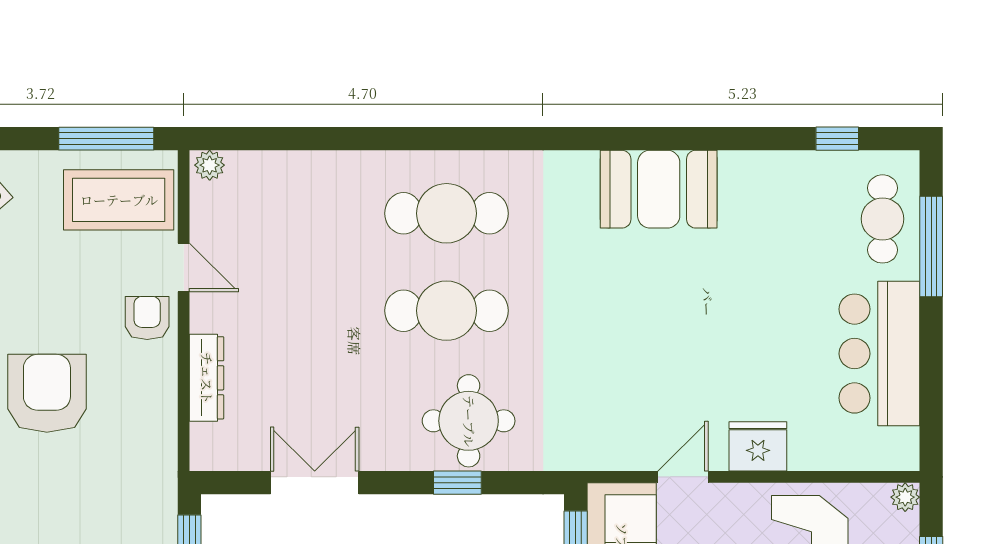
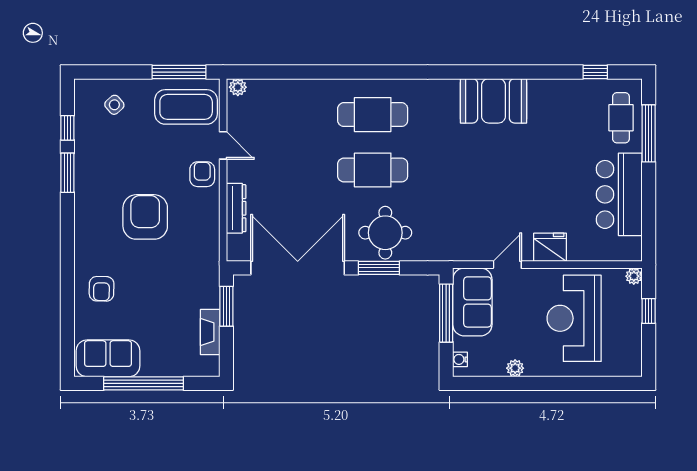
double door: (315, 483) -> (298, 268), width x1.87
window: (457, 483) -> (379, 268), width x1.50

